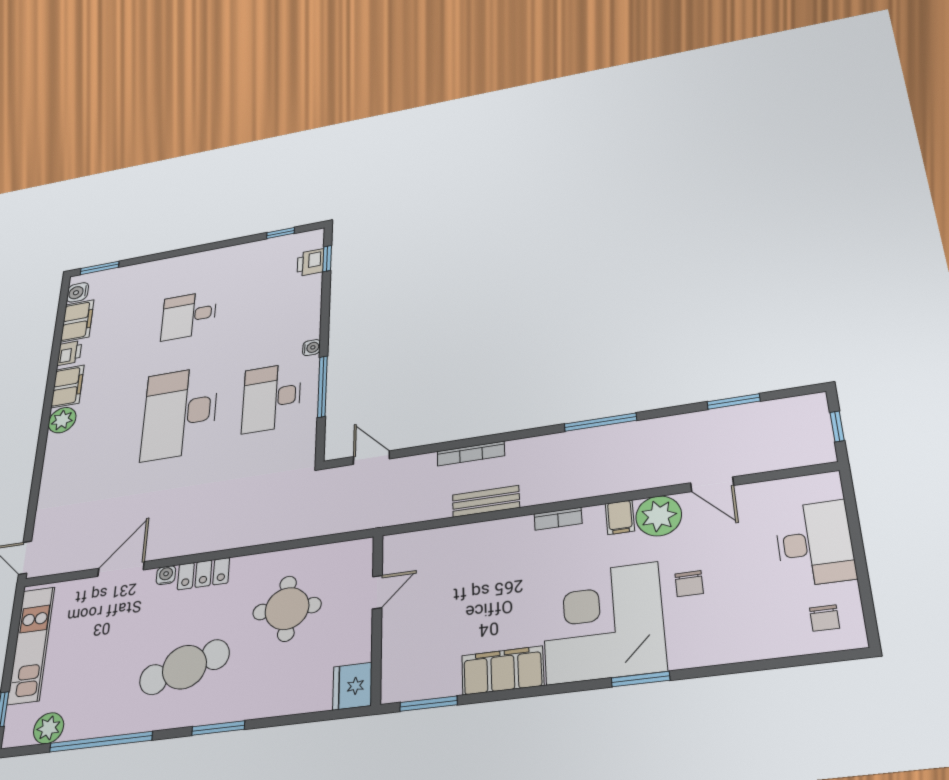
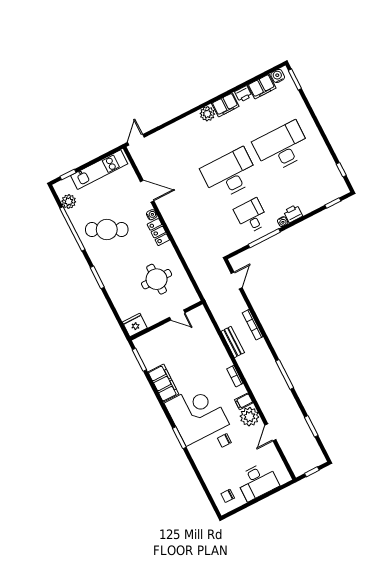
printer: (311, 263) -> (293, 214), moved
desk: (189, 315) -> (282, 147), width x1.87, depth x1.30
desk: (271, 398) -> (251, 216), width x0.73
cafe table: (184, 667) -> (107, 230), moved, turned -47

